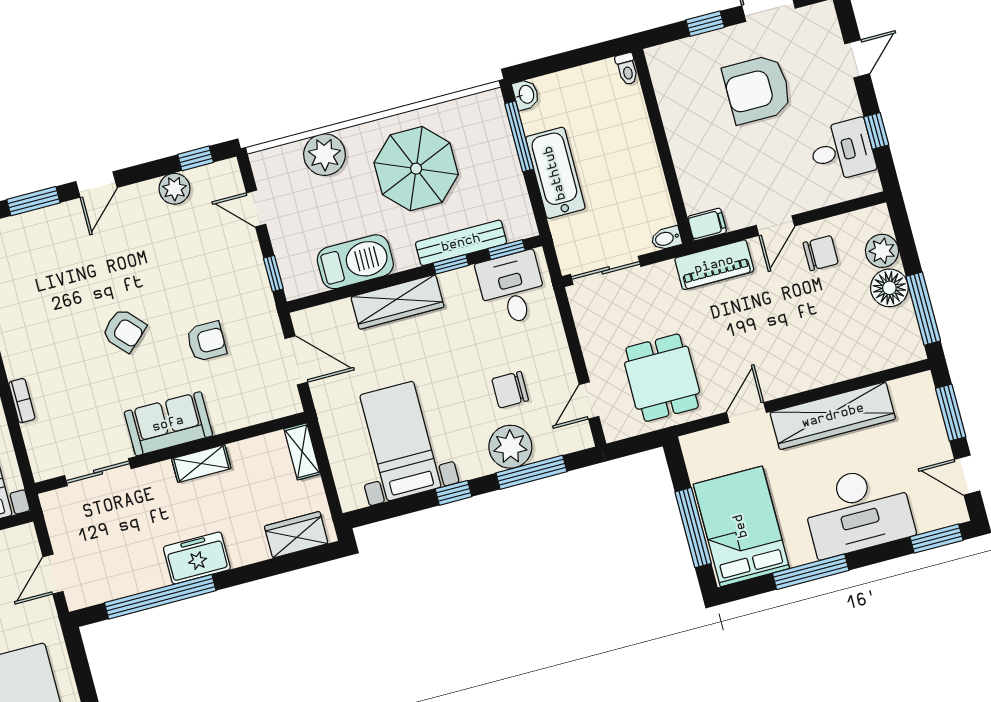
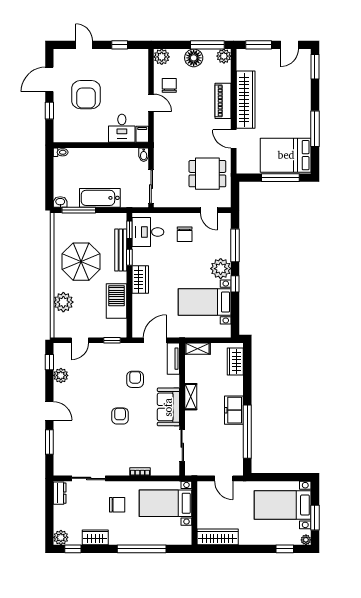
desk: (842, 150) -> (122, 128), moved, turned 180
plant: (882, 251) -> (162, 57), moved
piano: (714, 265) -> (223, 101), moved, turned 180
wardrobe: (397, 302) -> (140, 279), width x0.67
armchair: (124, 330) -> (120, 416), turned -47
plant: (909, 348) -> (224, 56), added
chair: (510, 390) -> (185, 234), moved
tv unit: (269, 408) -> (173, 359), added
plant: (510, 447) -> (221, 269), moved
desk: (858, 511) -> (293, 100), removed

